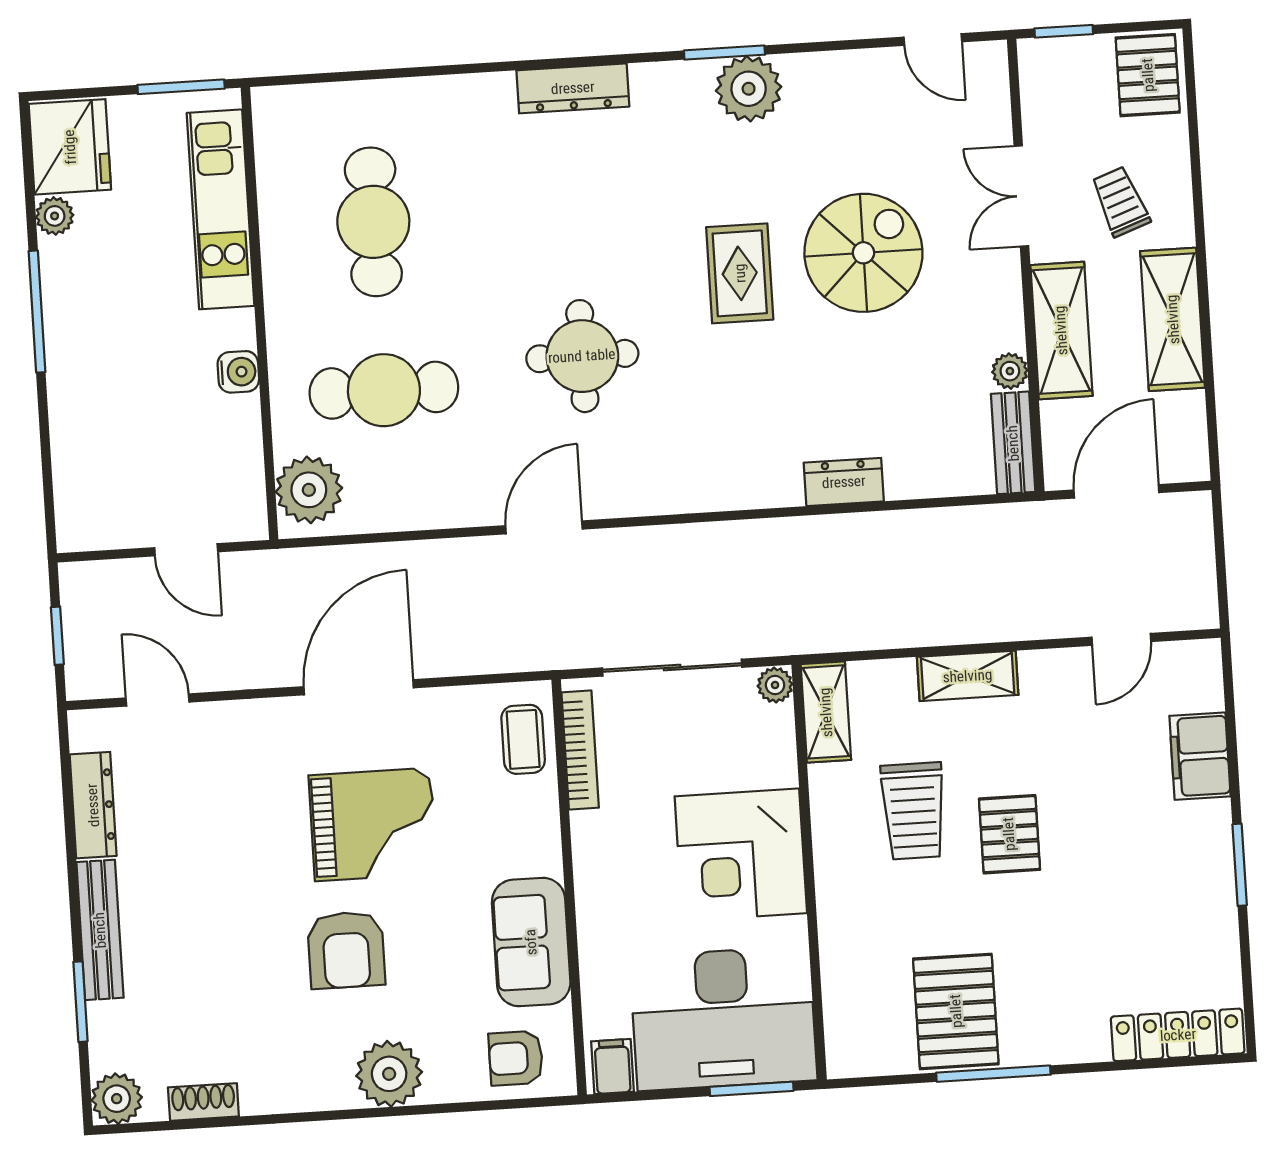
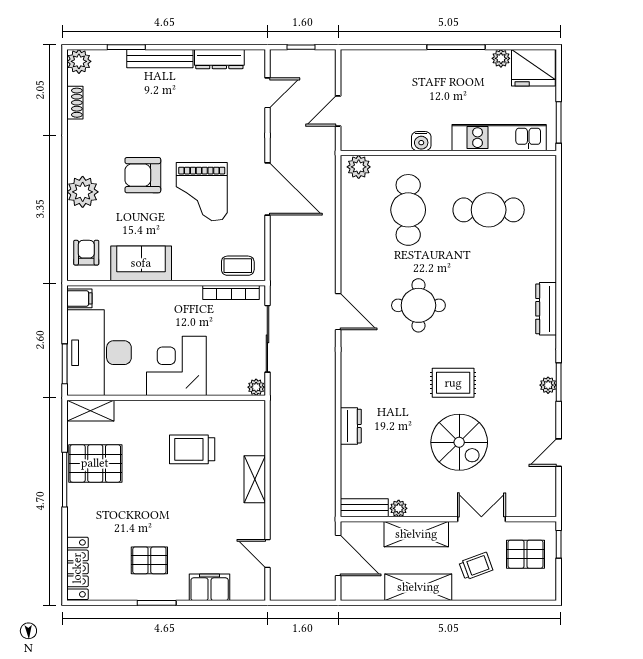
door: (933, 39) -> (559, 453), moved
pallet: (1148, 75) -> (526, 554), moved
plant: (749, 89) -> (548, 385), width x0.53, depth x0.53
plant: (309, 490) -> (359, 167), width x0.73, depth x0.73
door: (544, 527) -> (338, 312), moved
shelving: (826, 712) -> (90, 411), moved
pallet: (1009, 834) -> (149, 560), moved

